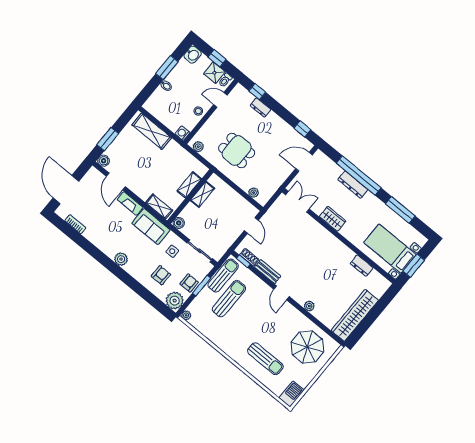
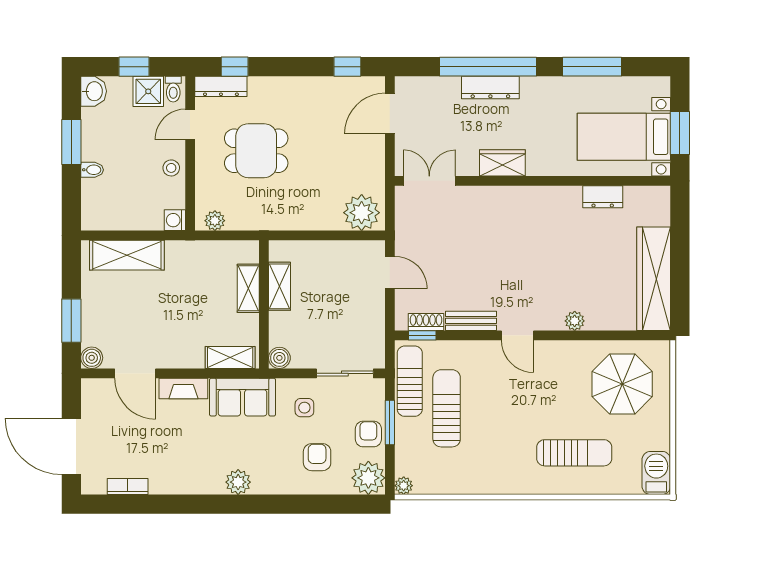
dresser: (261, 108) -> (221, 86), moved, width x1.44
dining table: (237, 151) -> (256, 151), moved
plant: (254, 193) -> (362, 213), width x1.87, depth x1.87

